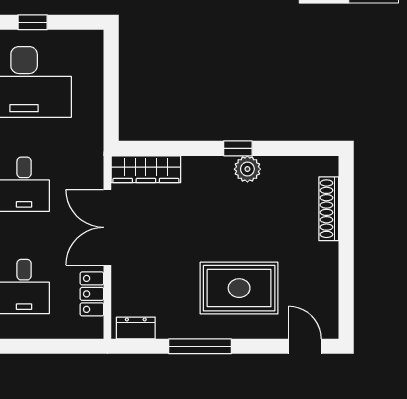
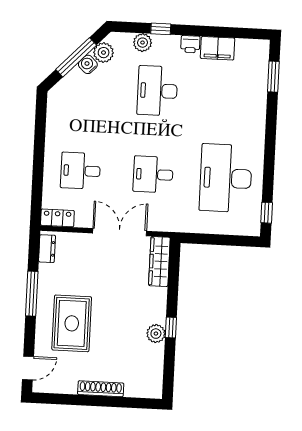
window: (33, 22) -> (267, 213), moved
shoe rack: (329, 209) -> (101, 389), moved
locker: (92, 294) -> (57, 218), moved

